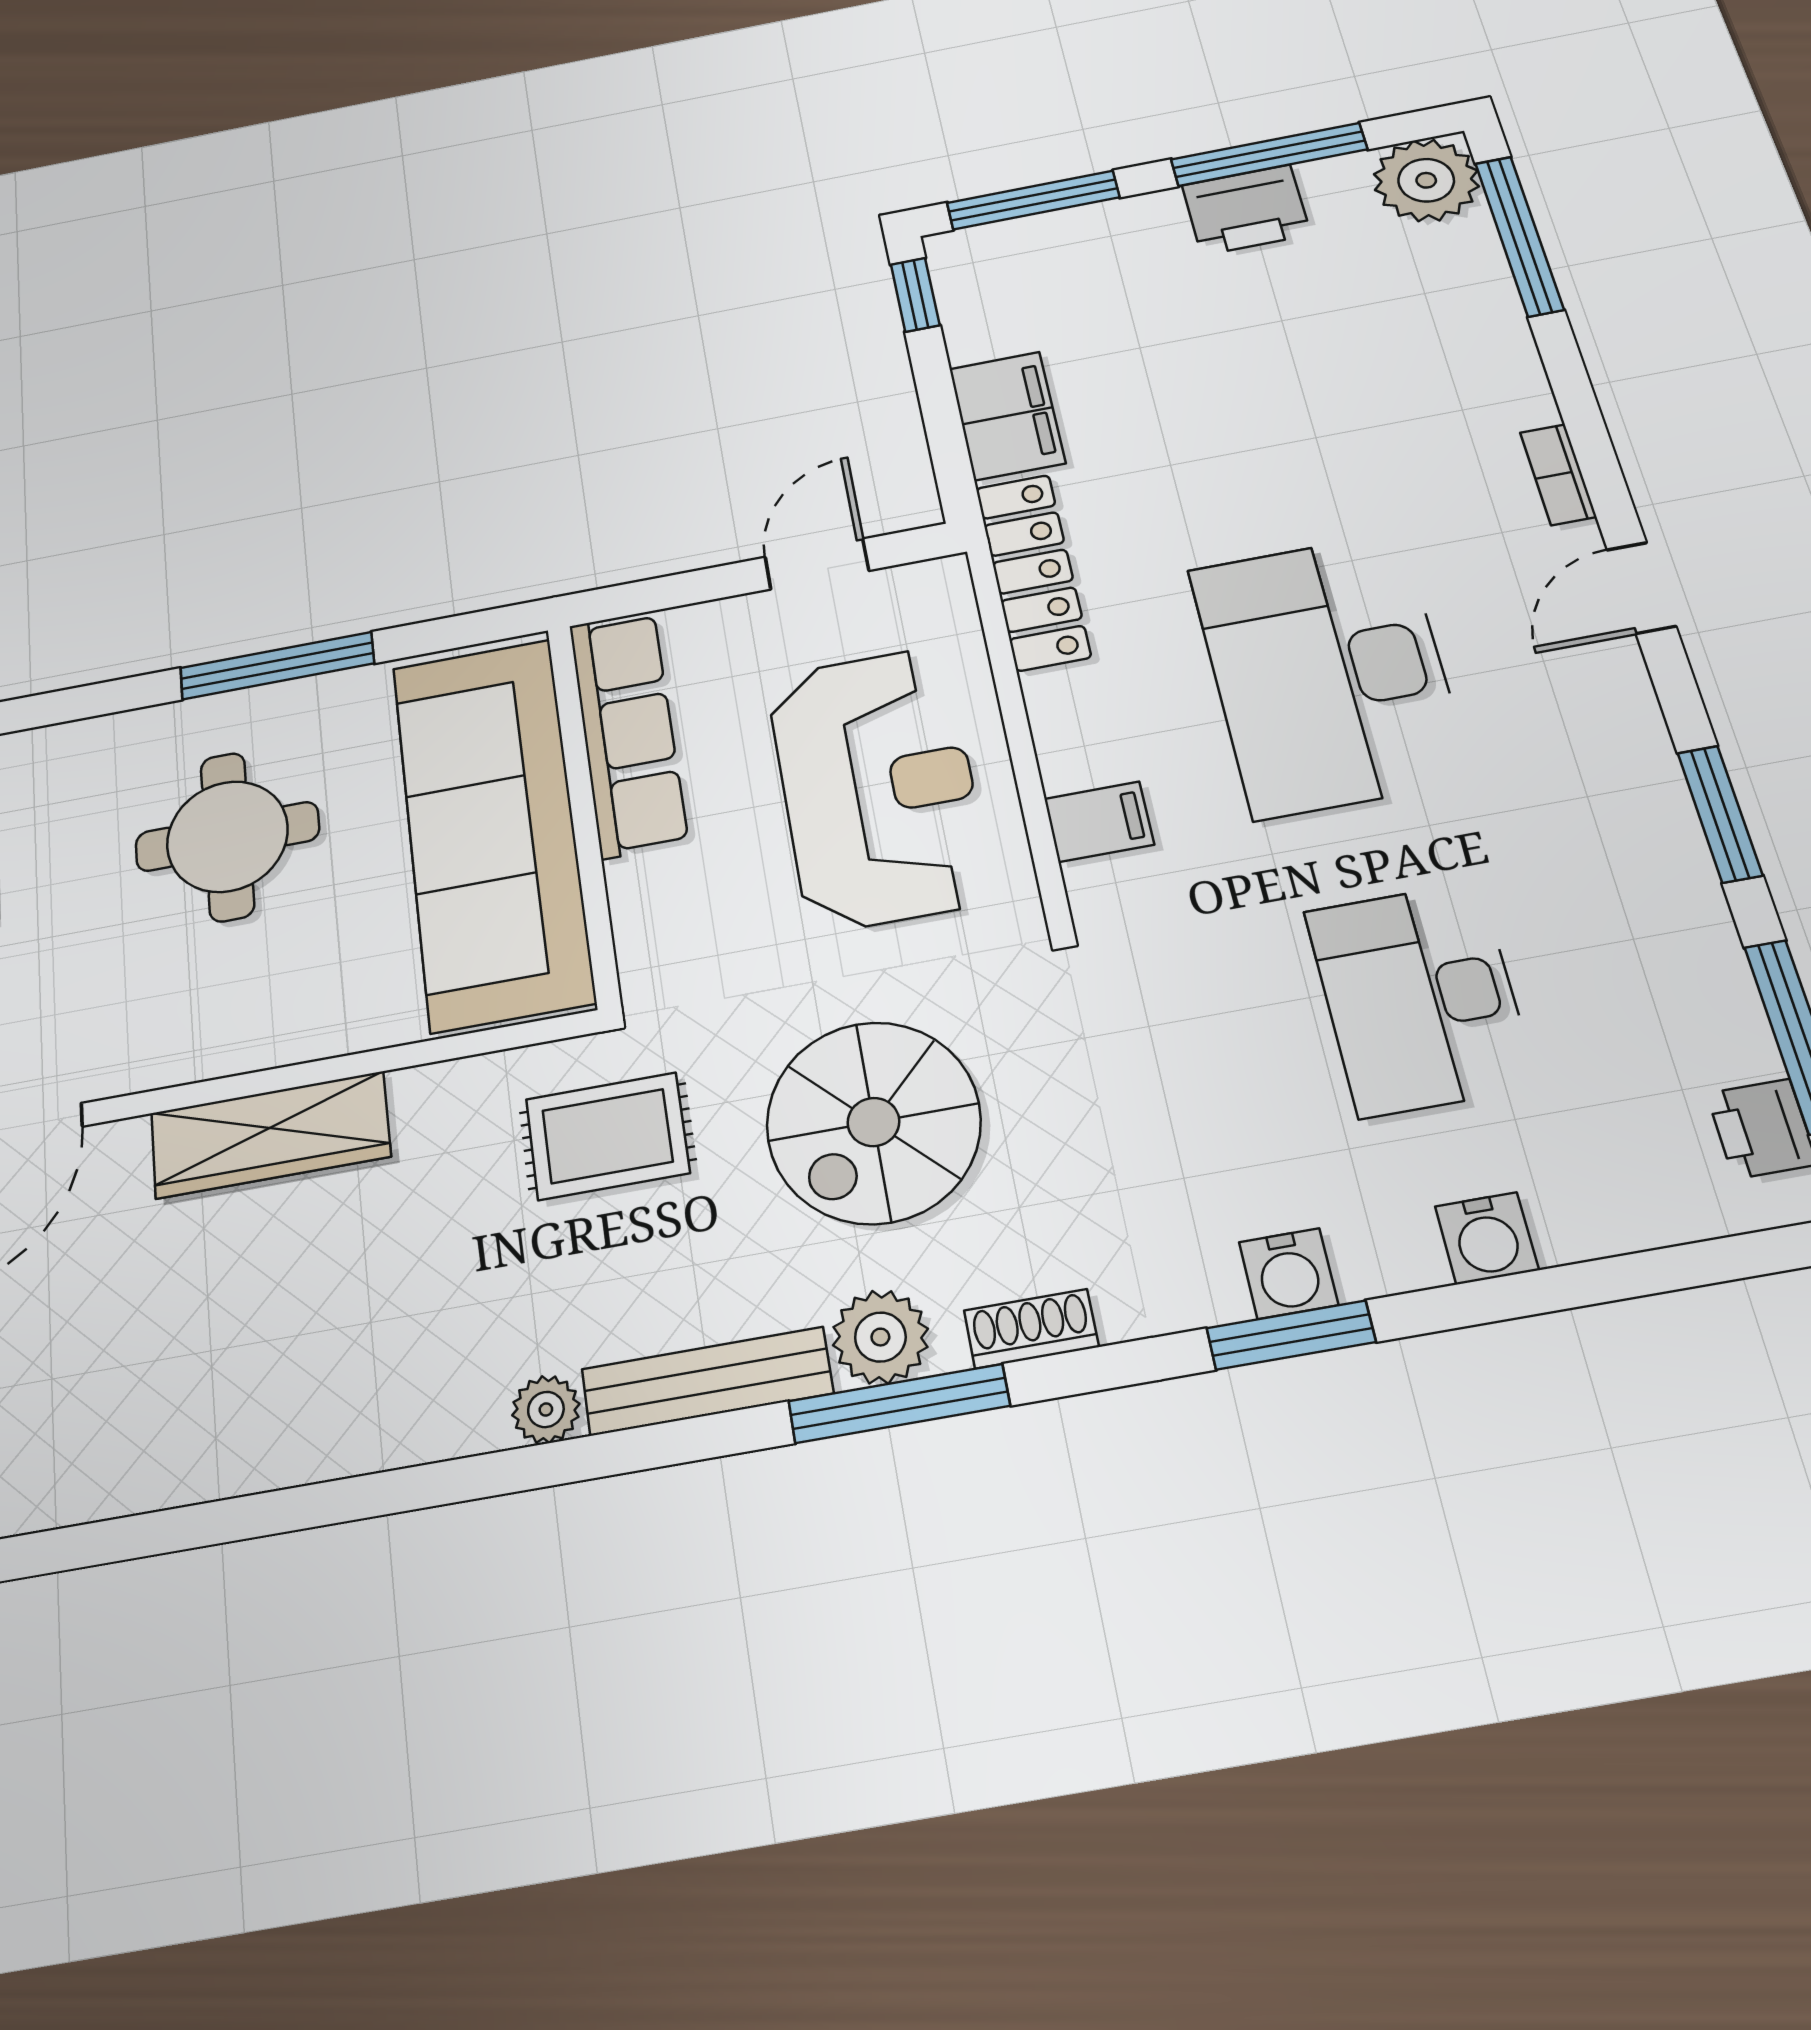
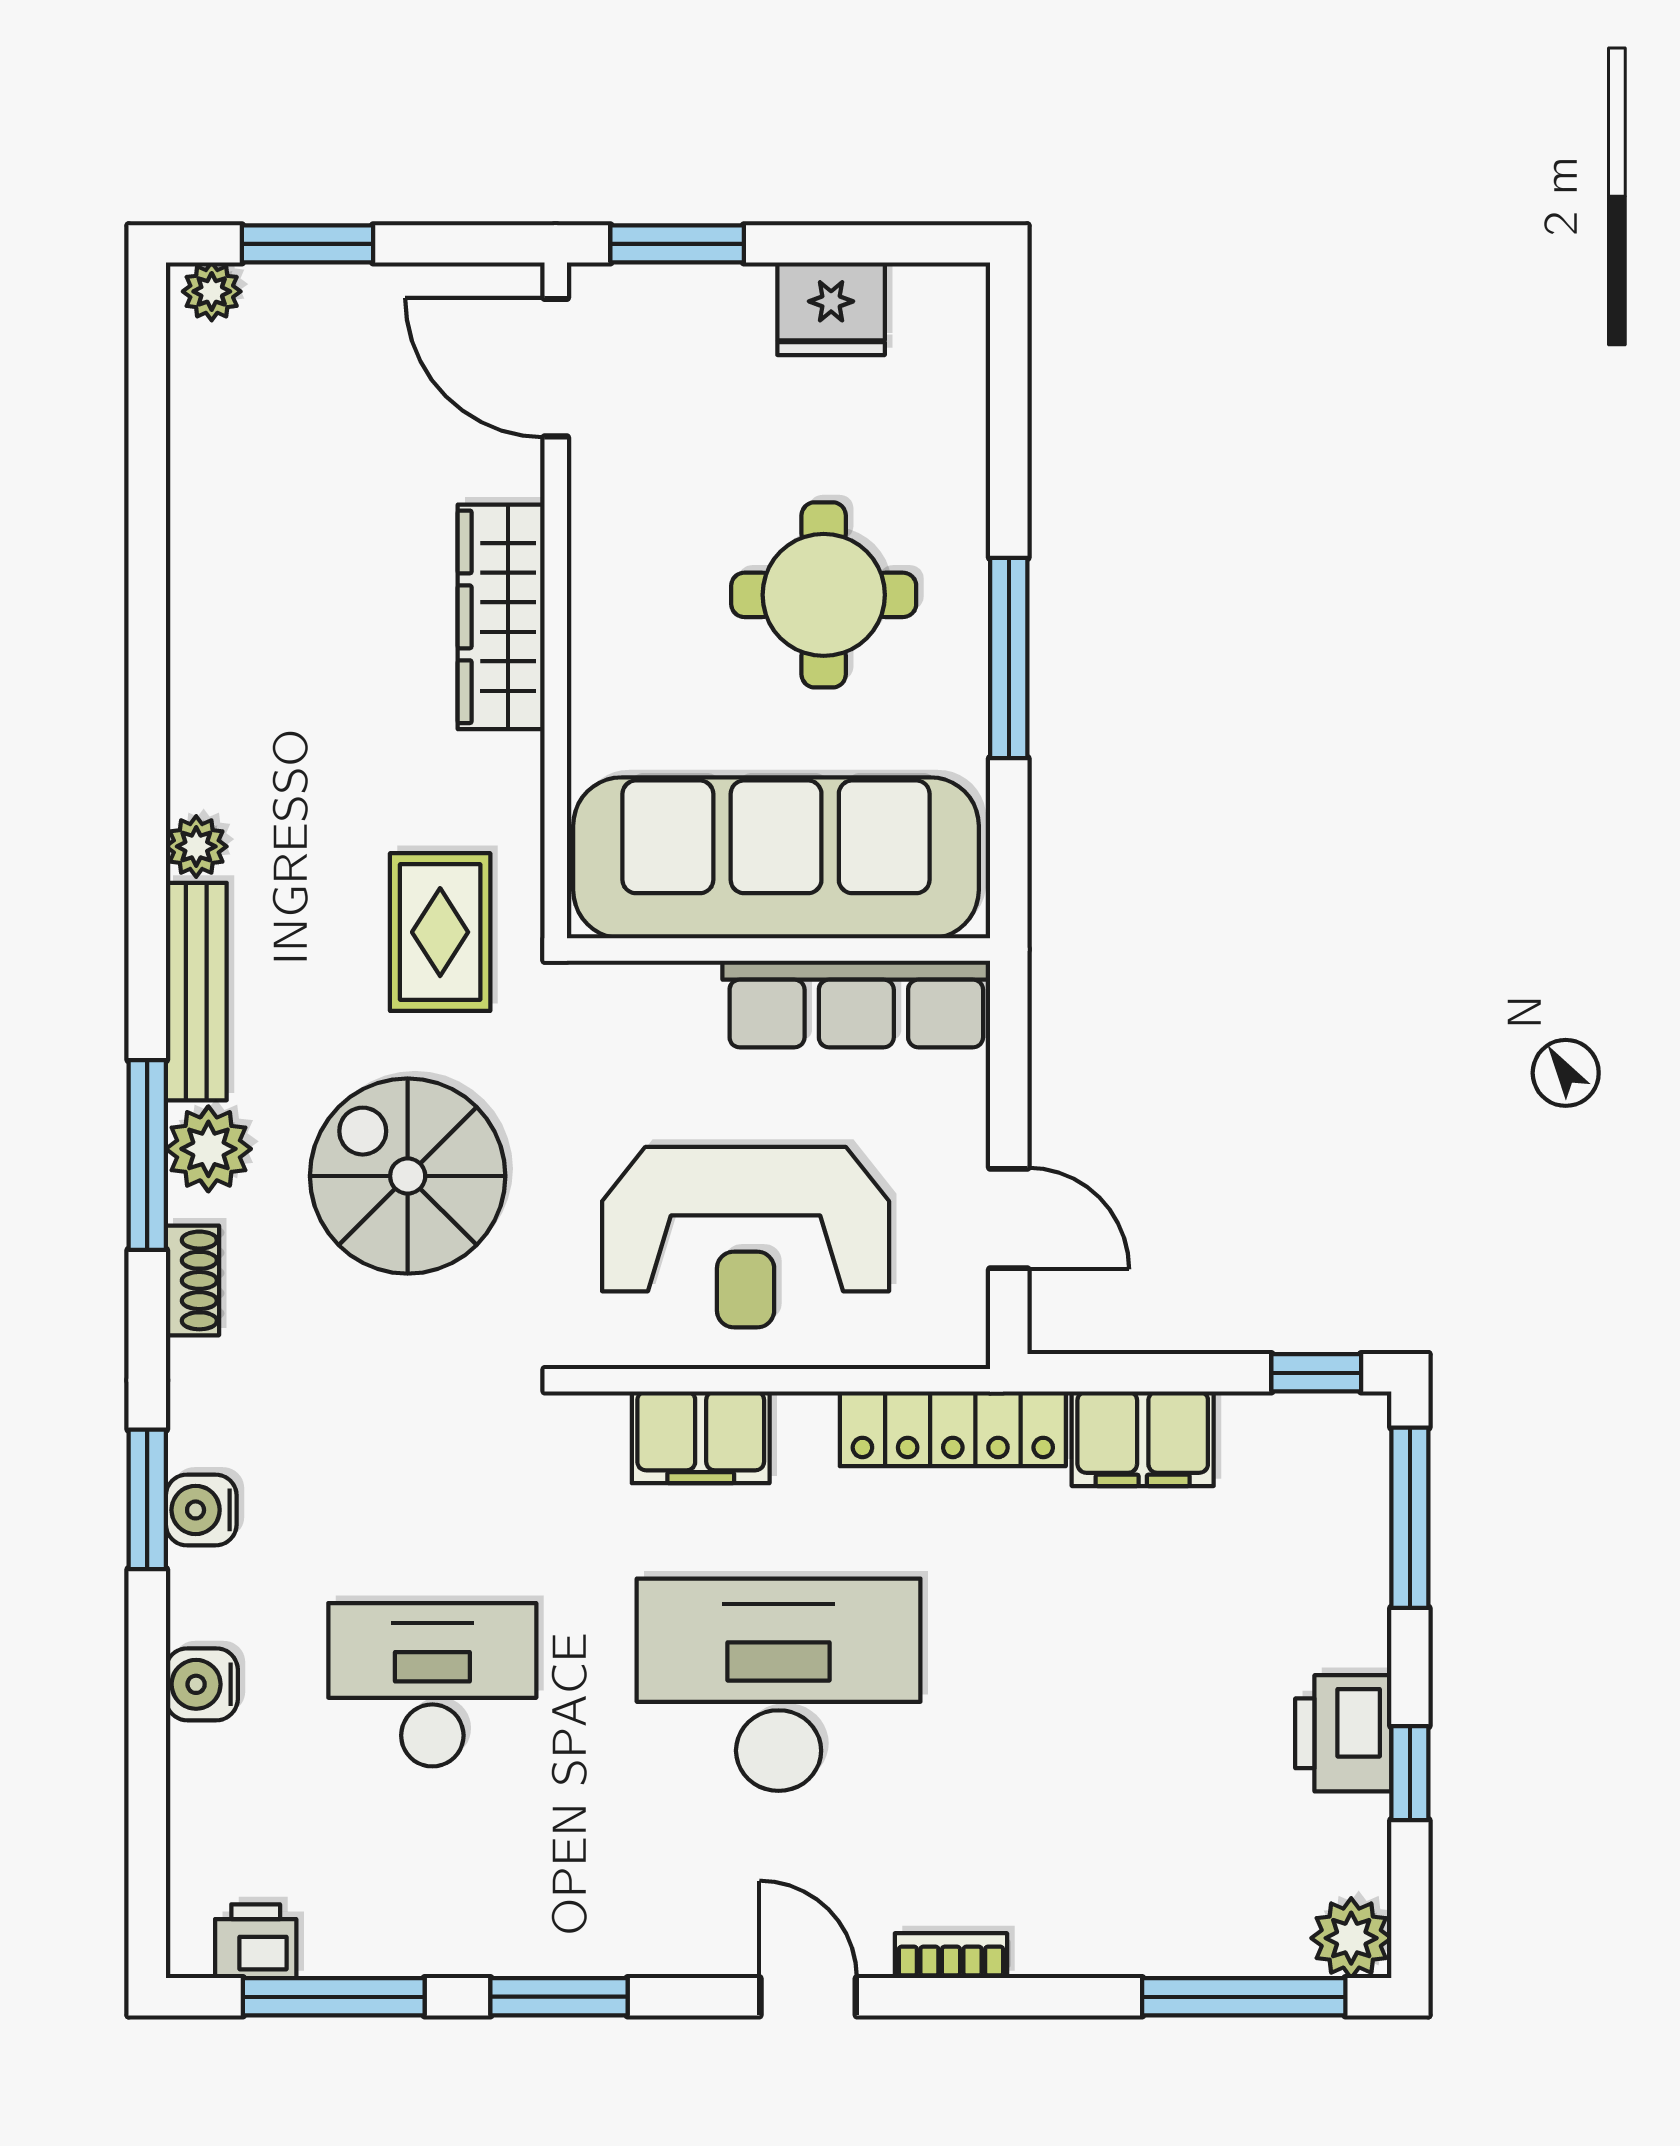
window: (1269, 154) -> (1410, 1773), width x0.46
plant: (1426, 180) -> (1351, 1938), width x0.73, depth x0.73
filing cabinet: (1099, 822) -> (701, 1437), width x2.00

